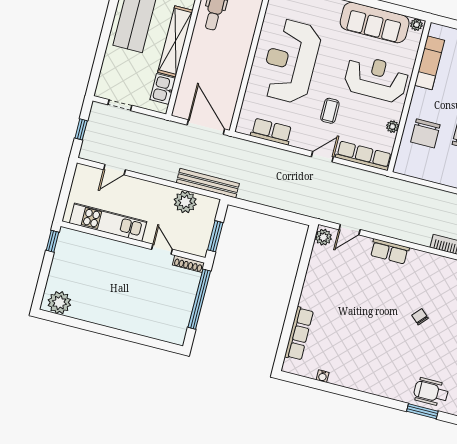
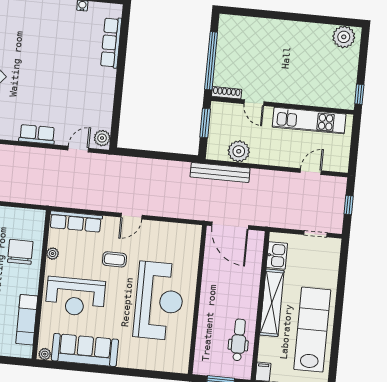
coffee table: (330, 111) -> (114, 259), turned 90
row of seats: (271, 132) -> (167, 231), removed
door: (322, 157) -> (132, 216), moved

